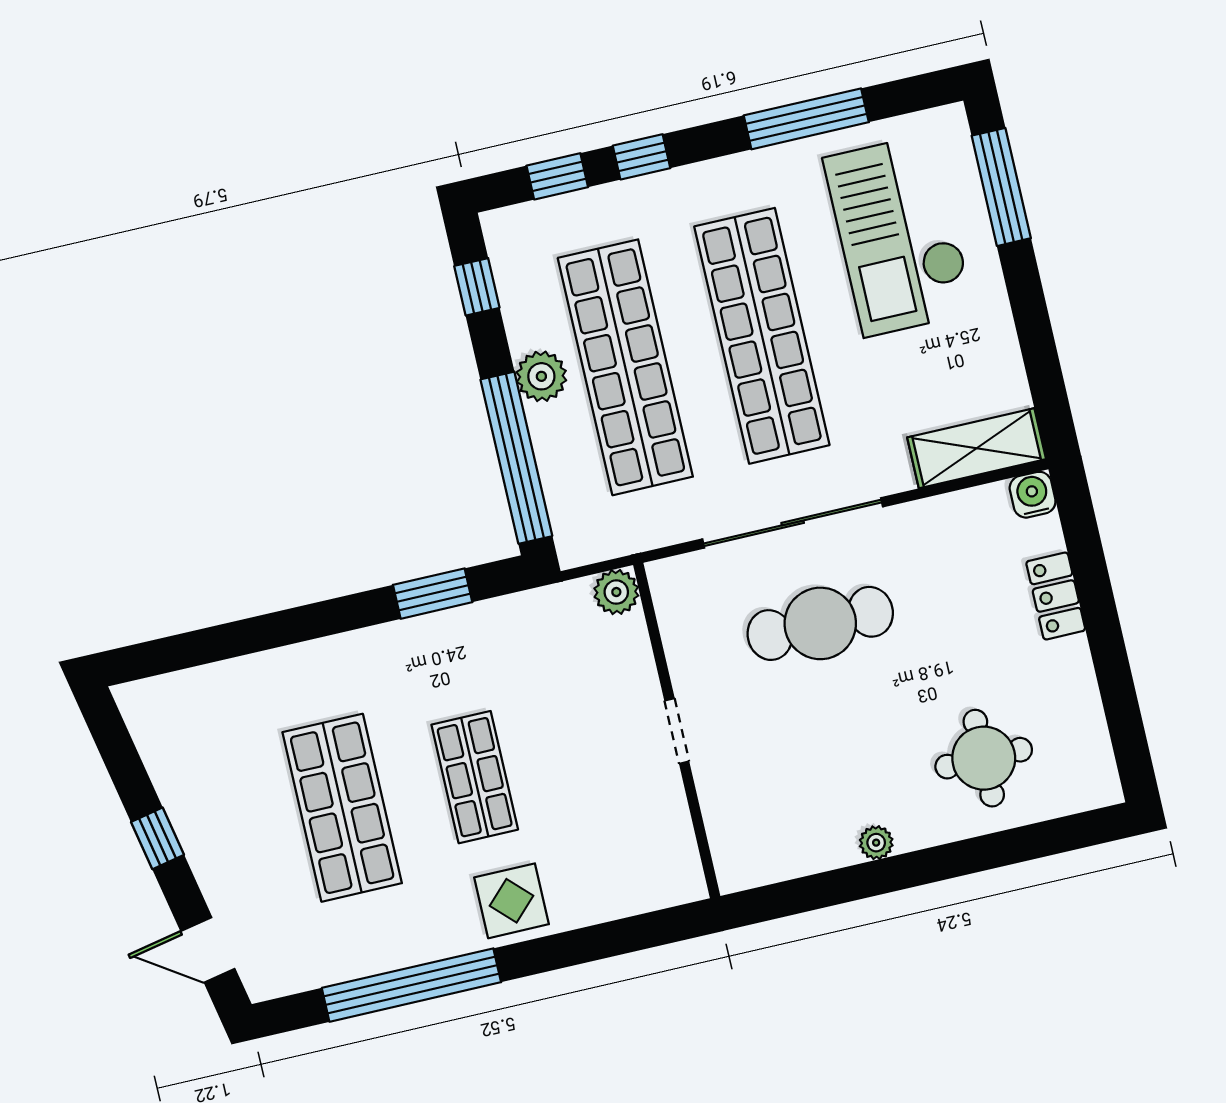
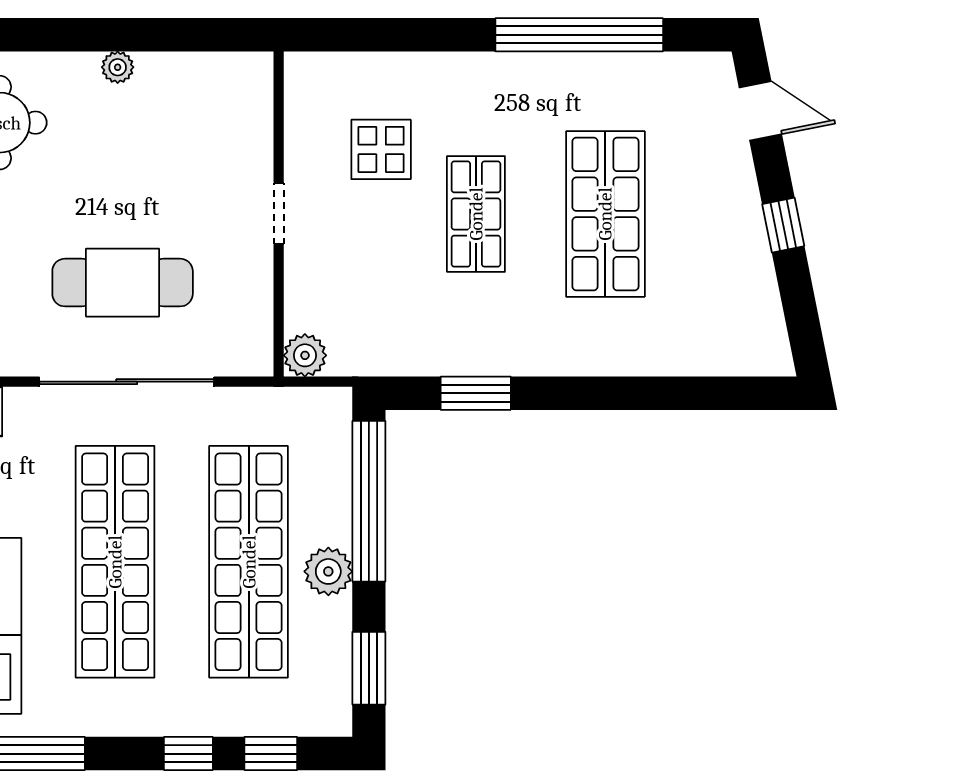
window: (477, 287) -> (369, 668), width x1.50
display table: (511, 901) -> (381, 149), moved

